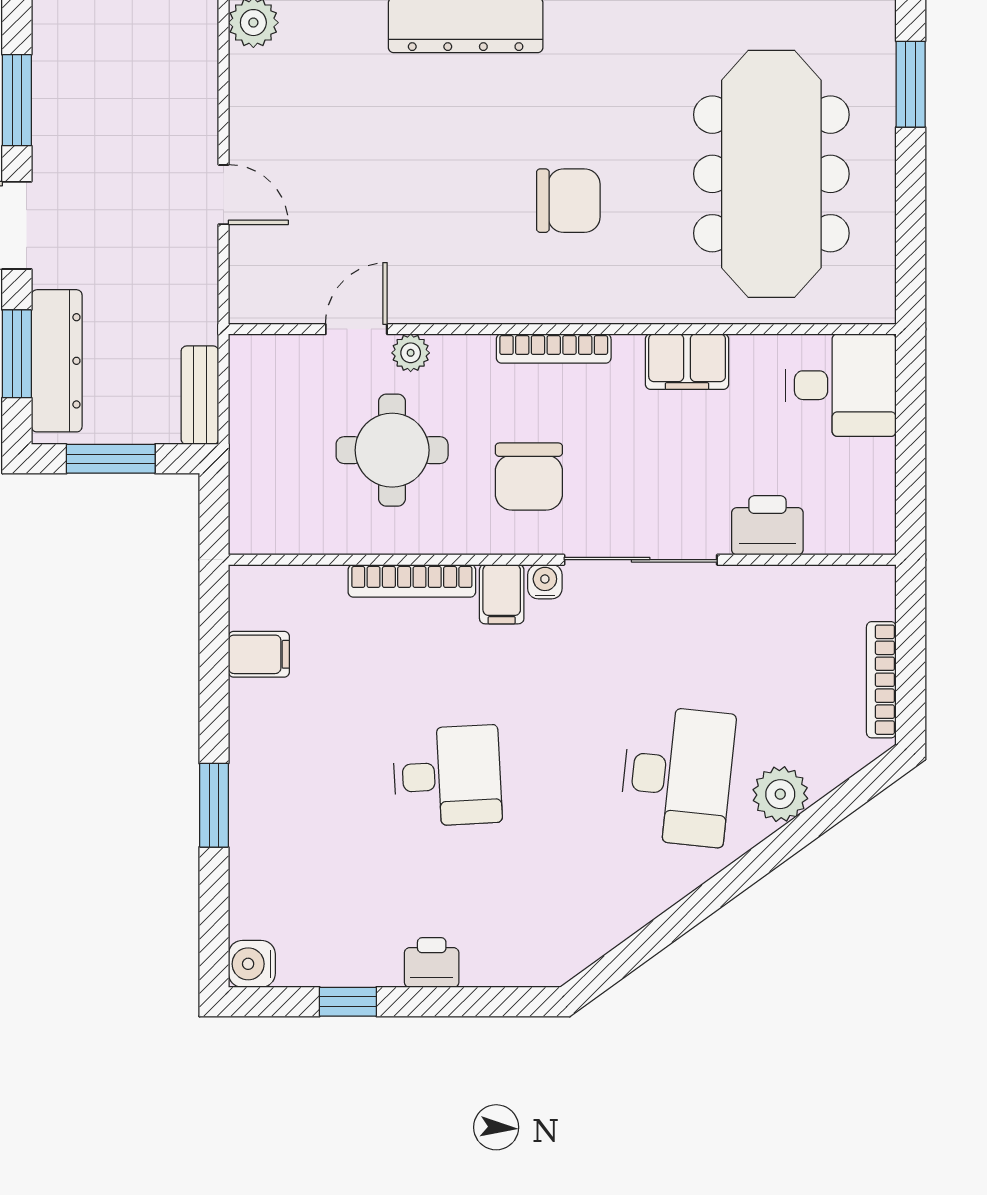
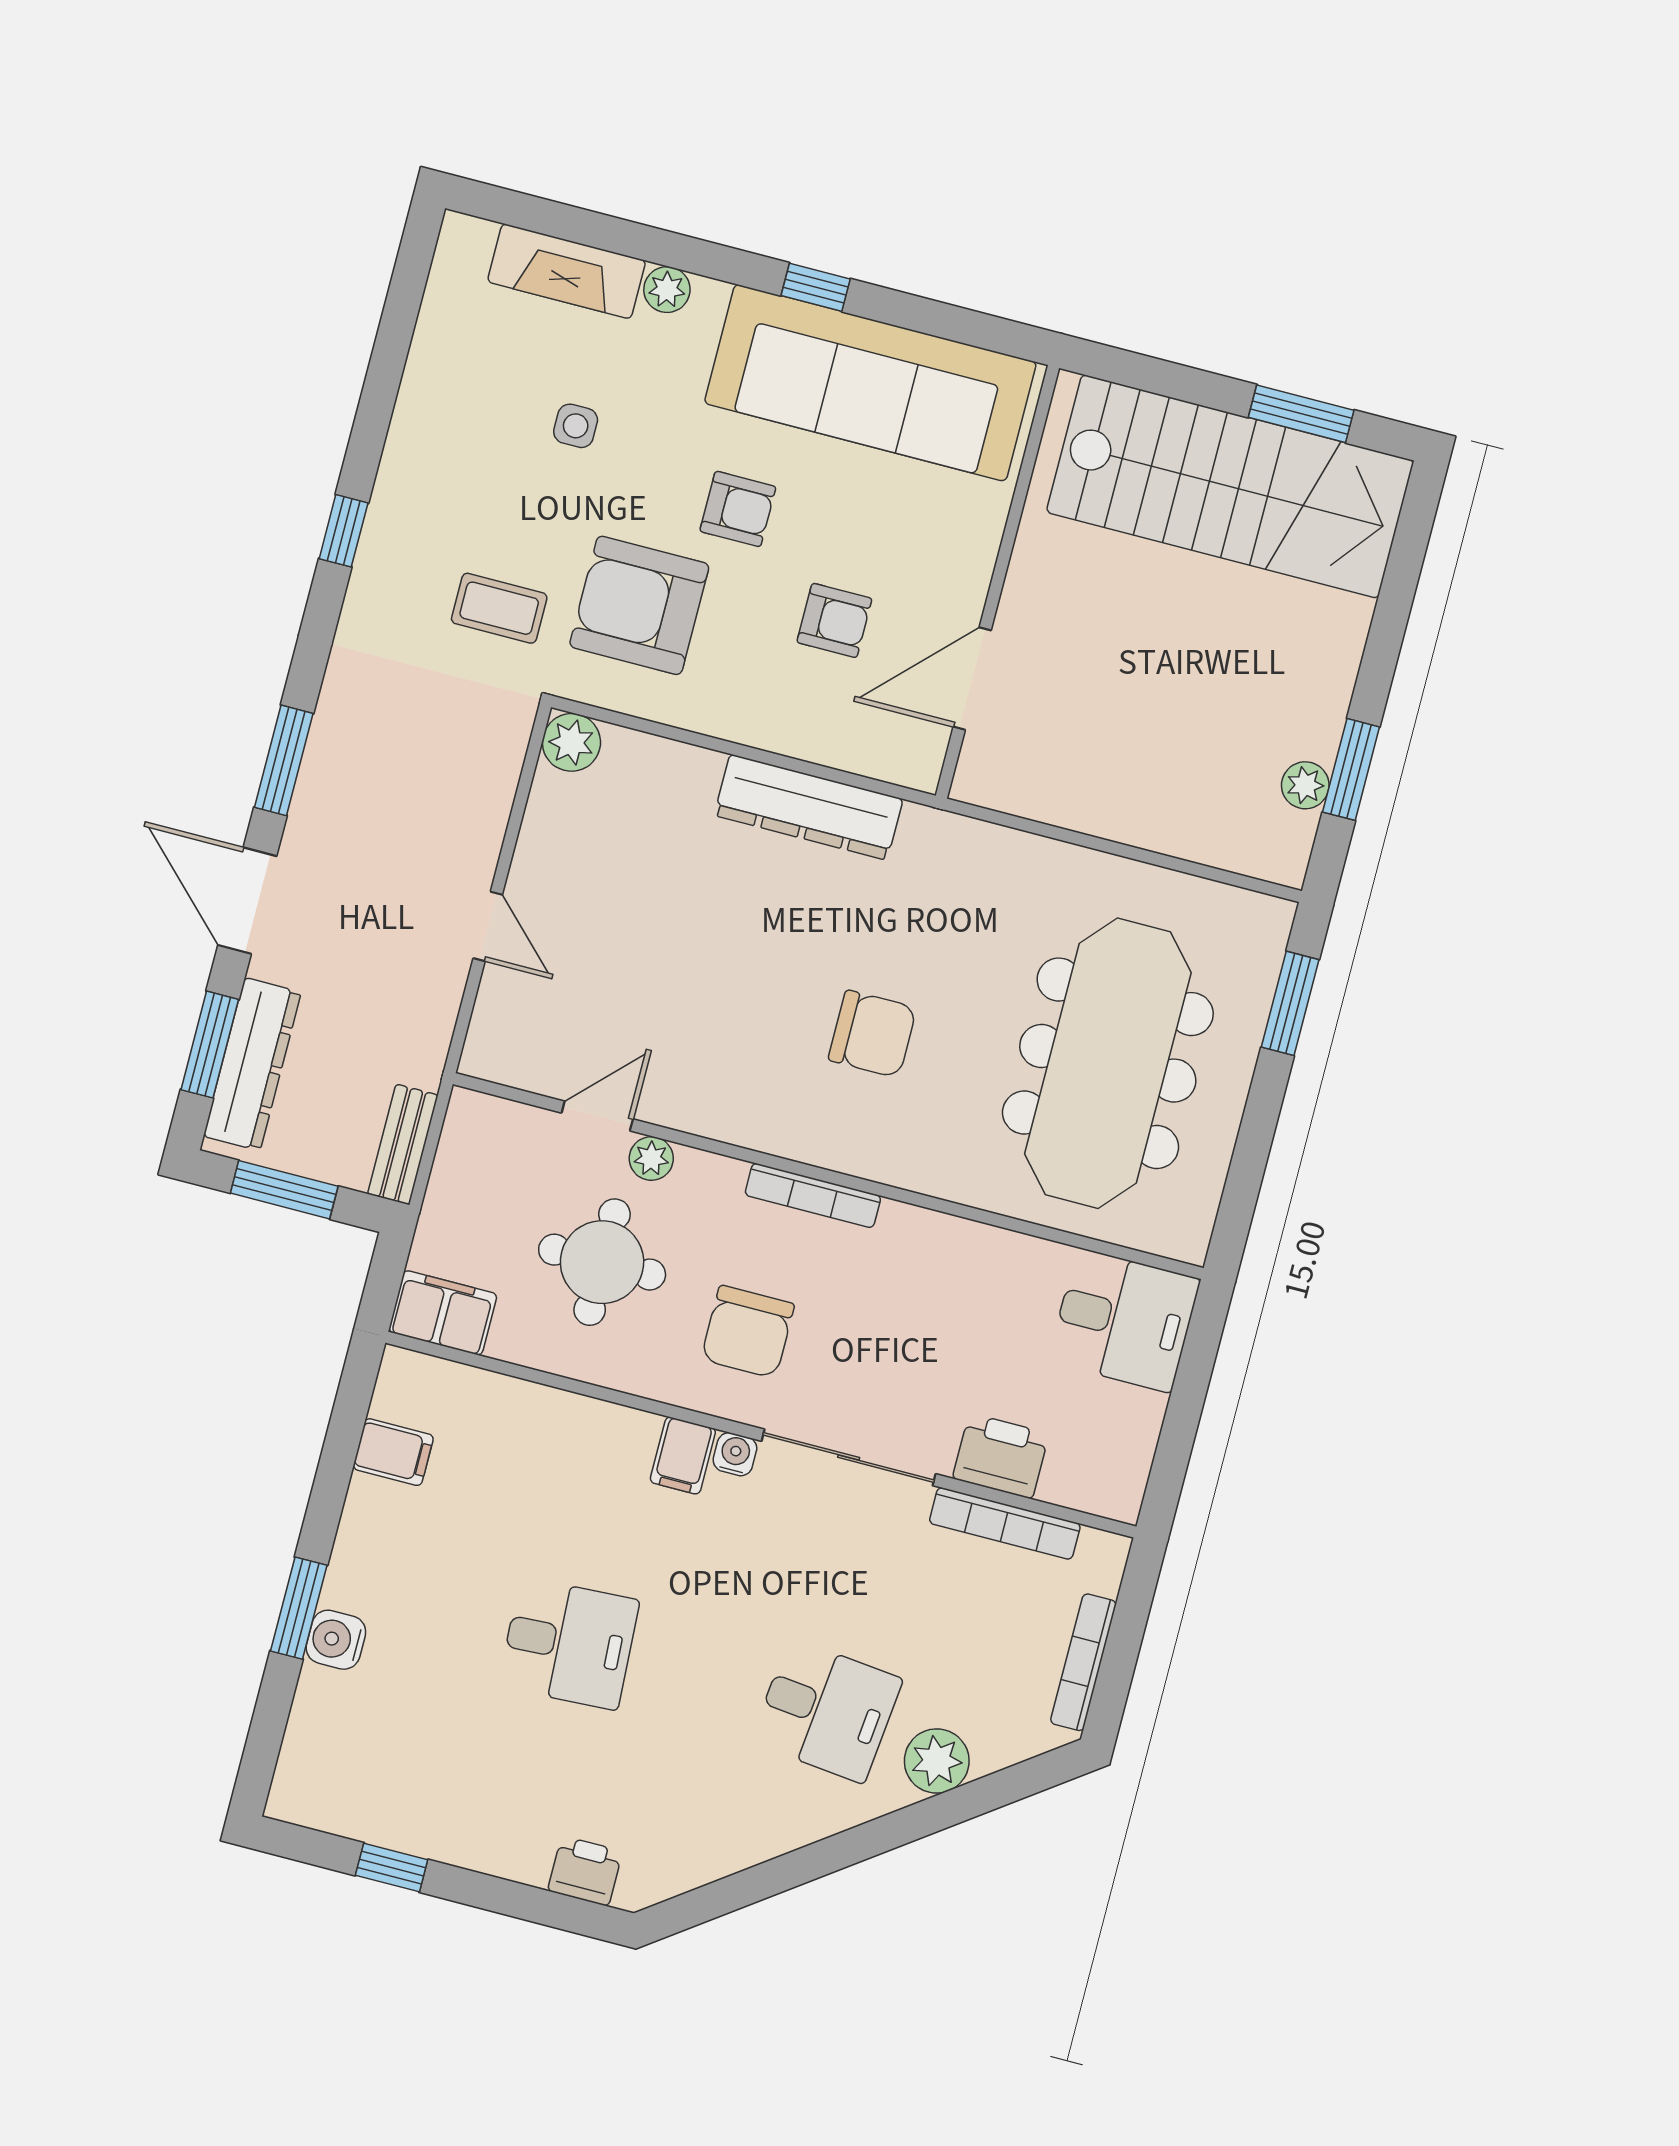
filing cabinet: (687, 362) -> (443, 1313), moved, turned 180
bookcase: (412, 581) -> (1005, 1523), moved
desk: (677, 776) -> (827, 1711), width x0.73
printer: (432, 963) -> (585, 1871), moved
water cooler: (252, 964) -> (336, 1640), moved

